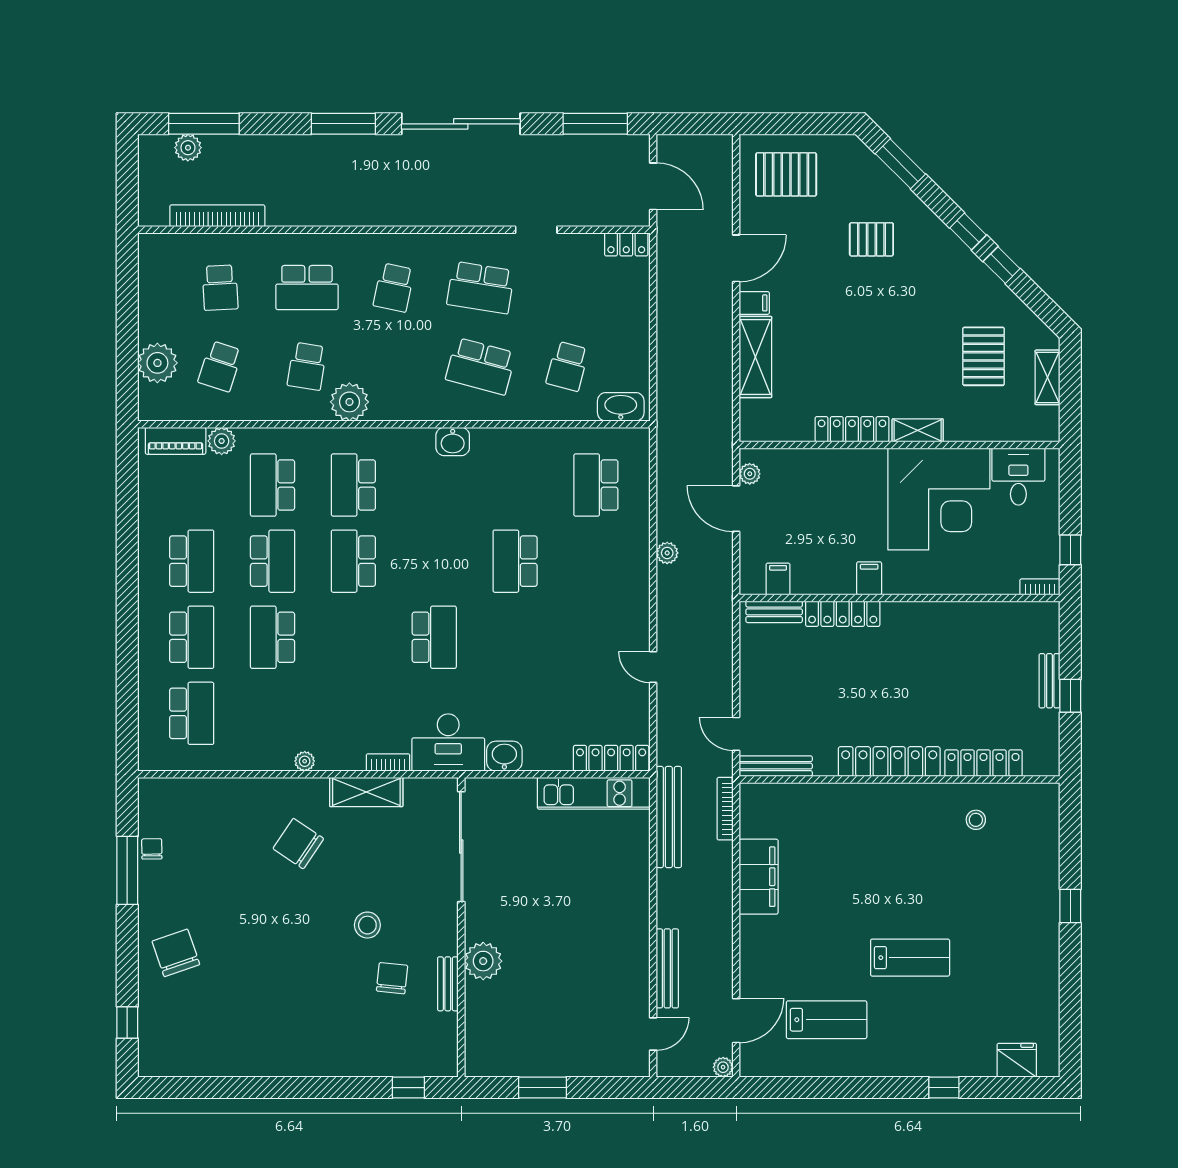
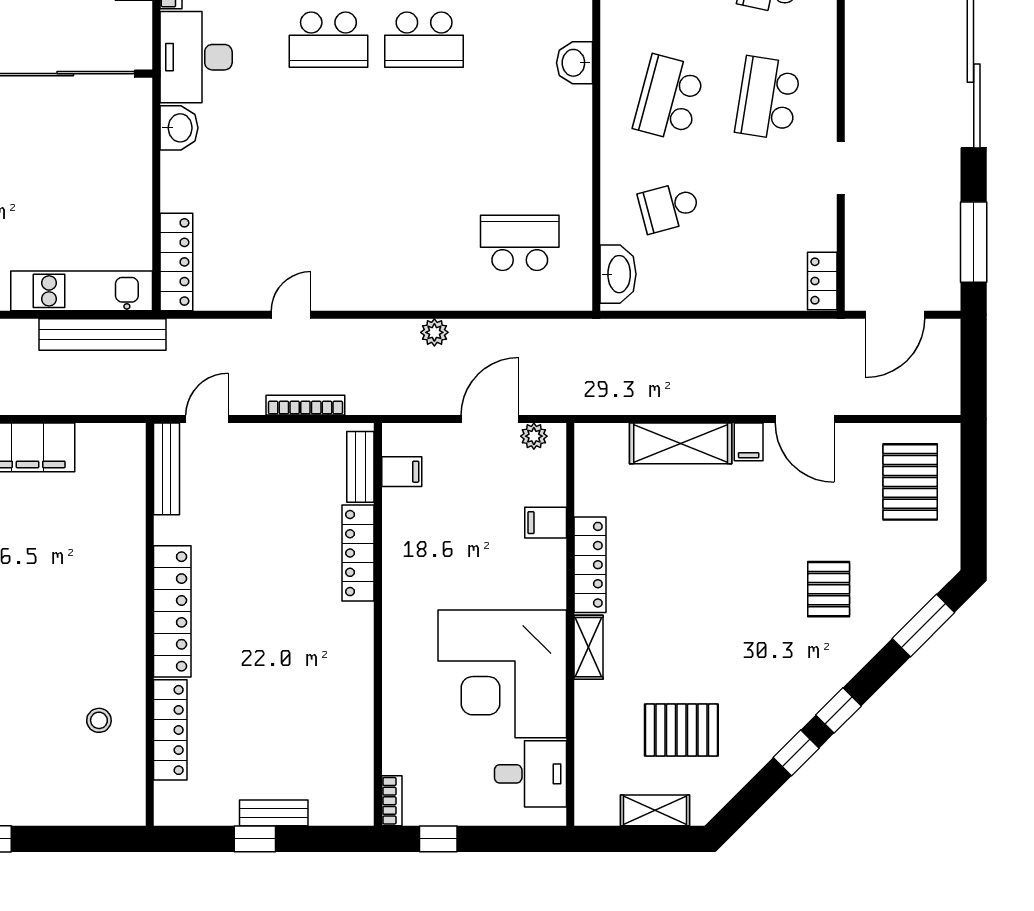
school desk: (567, 366) -> (669, 207), turned -30
school desk: (515, 561) -> (424, 40), moved, turned 180
filing cabinet: (869, 578) -> (546, 523), moved, turned 180
kitchen unit: (594, 793) -> (82, 291), moved, turned 90
bookcase: (725, 809) -> (305, 405), moved

